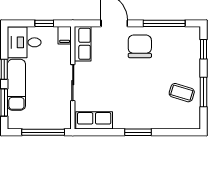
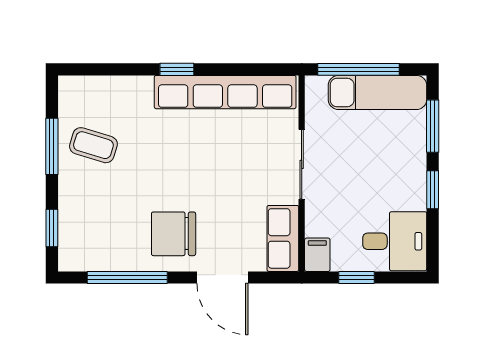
chair: (140, 46) -> (174, 234), turned 90
exam couch: (16, 85) -> (377, 92), moved, turned -90
row of seats: (94, 120) -> (225, 92), width x2.02
window: (138, 132) -> (177, 69), width x0.67

